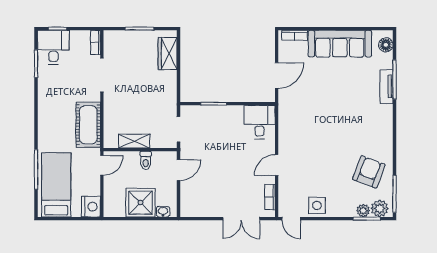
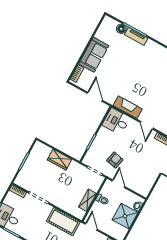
sofa: (340, 44) -> (94, 55), width x0.73
floor lamp: (386, 45) -> (121, 29), moved
wardrobe: (168, 54) -> (60, 160), moved
fireplace: (287, 126) -> (128, 107), added
armchair: (207, 148) -> (115, 160), added

